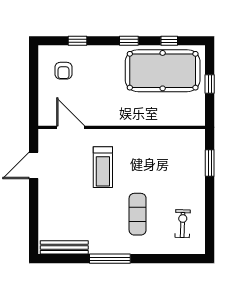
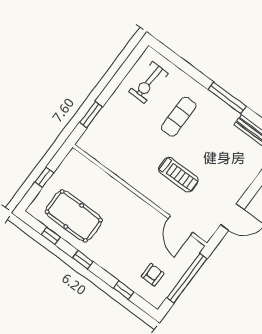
pool table: (163, 71) -> (74, 216), width x0.73, depth x0.76
window: (34, 88) -> (187, 278), added
treadmill: (103, 167) -> (178, 175), turned 90
exercise bike: (183, 224) -> (148, 83), width x1.38, depth x1.39

